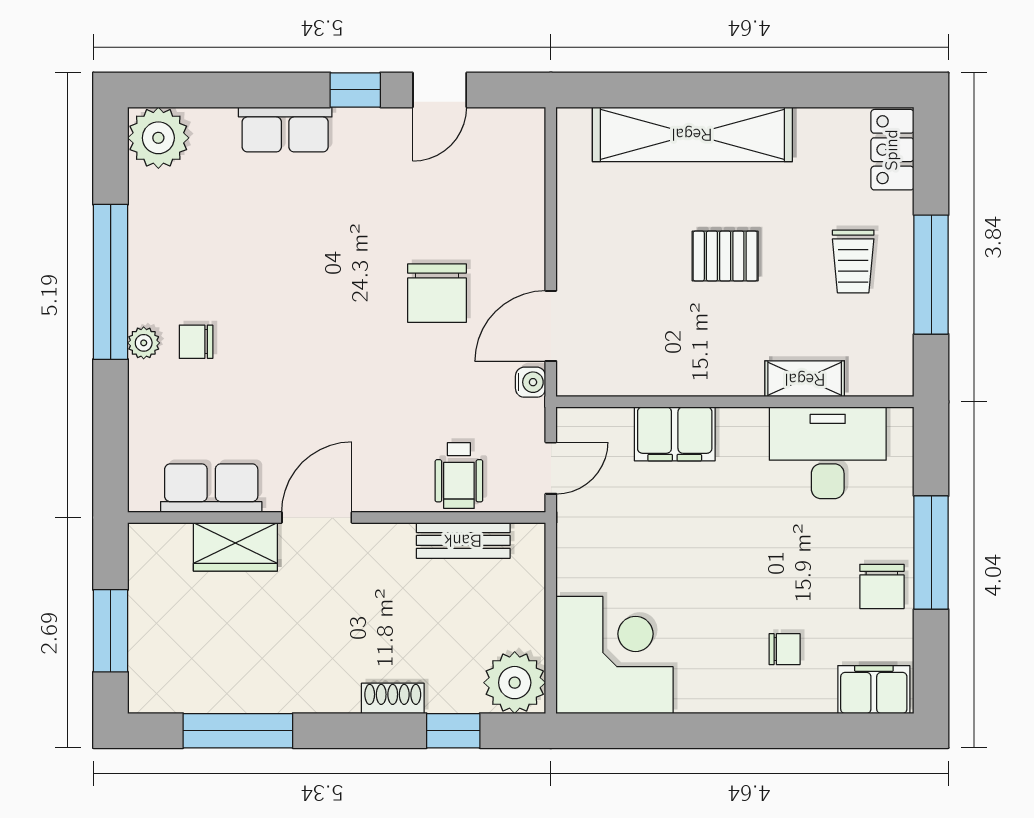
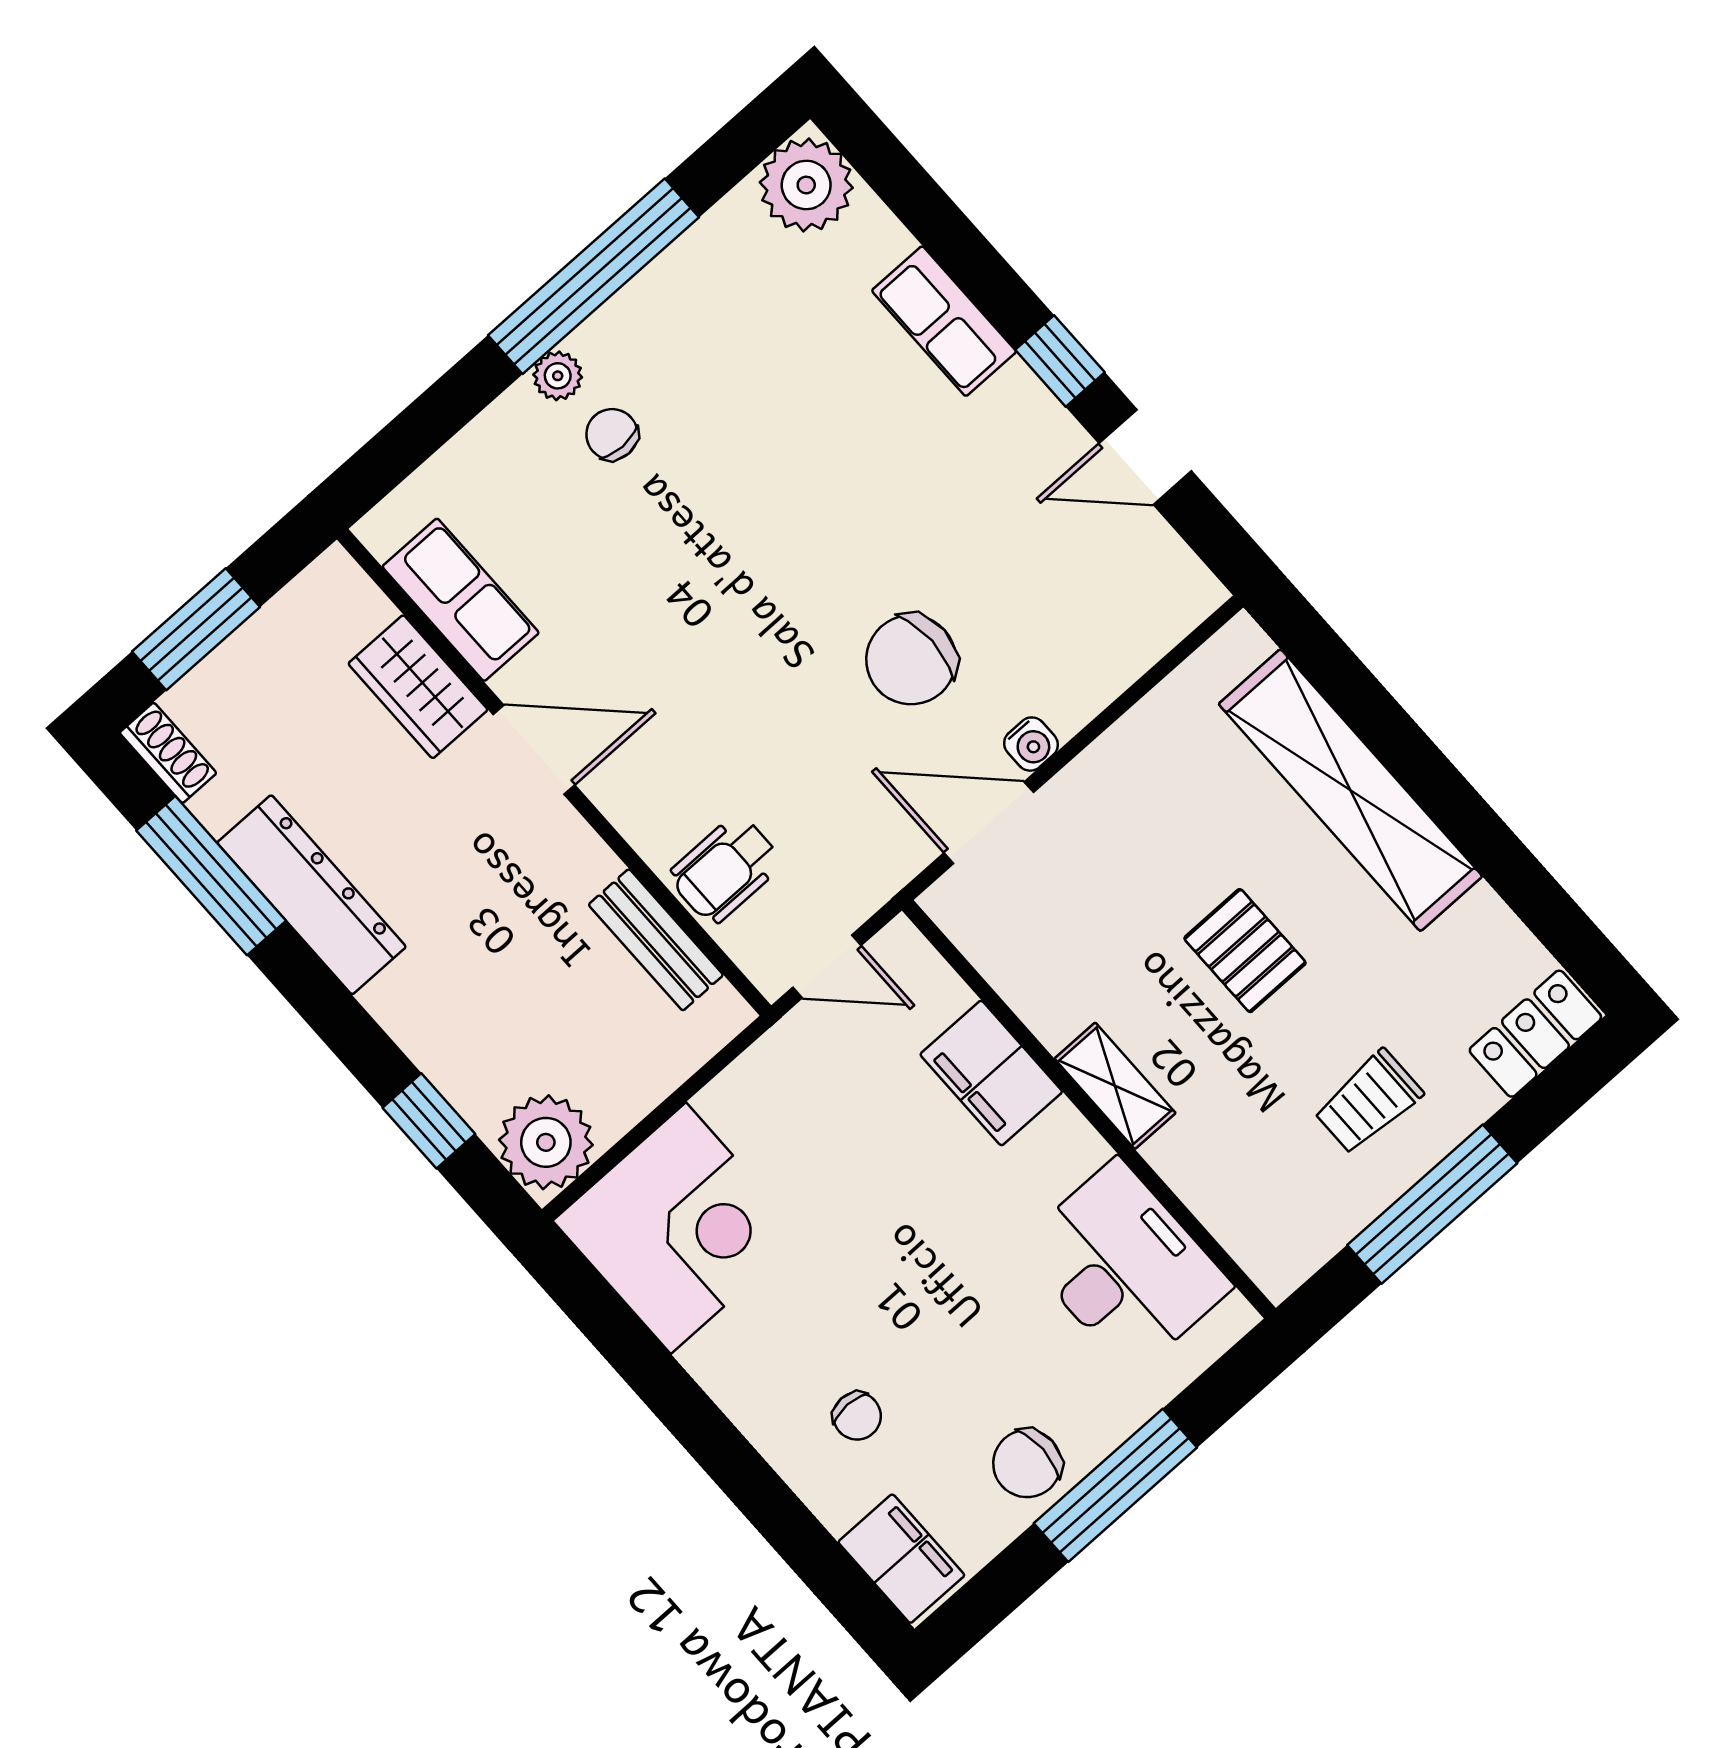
shelving: (805, 379) -> (1115, 1086), moved
water cooler: (531, 382) -> (1031, 744), moved
dresser: (291, 690) -> (312, 895), added
shoe rack: (393, 698) -> (168, 753), moved

